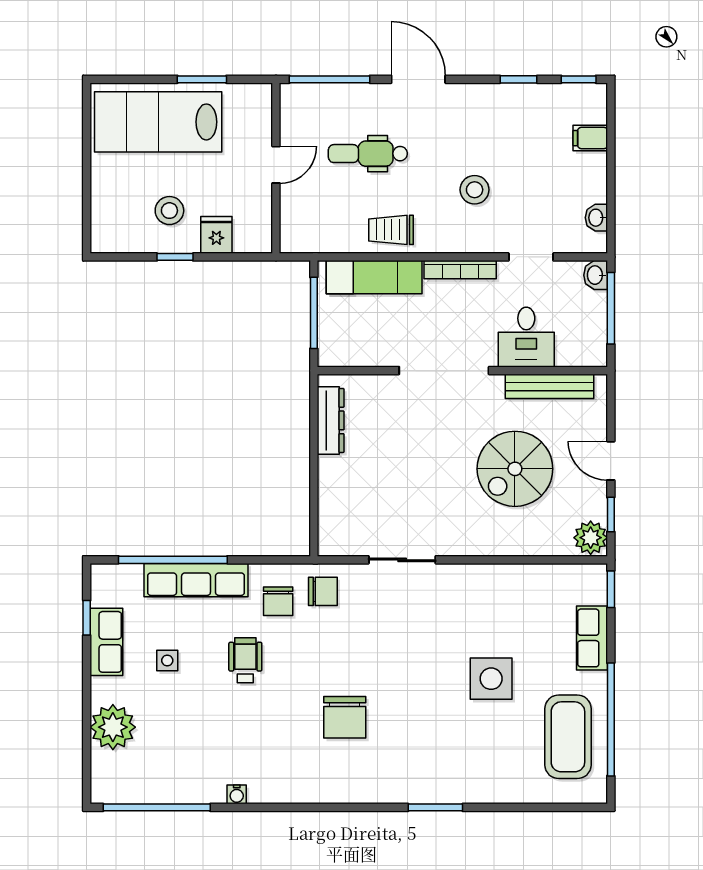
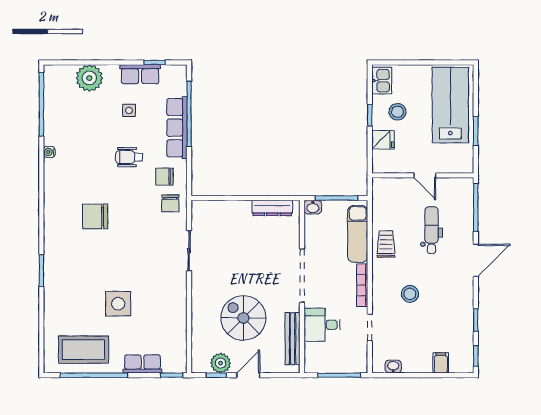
kitchen sink: (117, 237) -> (382, 81), added
washbasin: (596, 275) -> (313, 207), moved, turned 180
plant: (591, 538) -> (221, 363), moved
wheelchair: (245, 660) -> (129, 157), turned 180

